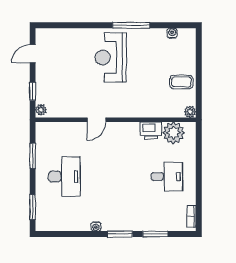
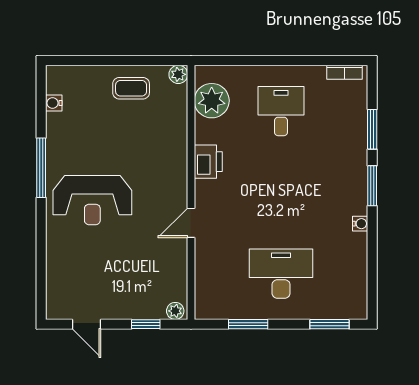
coffee table: (181, 82) -> (131, 88), turned 90
door: (96, 120) -> (191, 223), swing flipped
printer: (151, 131) -> (208, 162), moved

